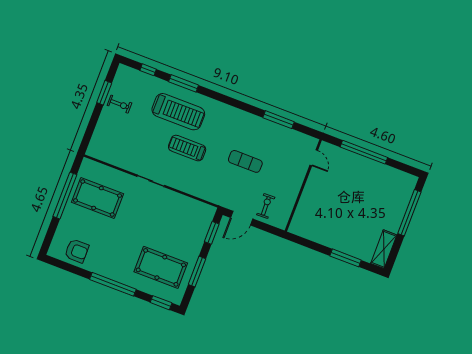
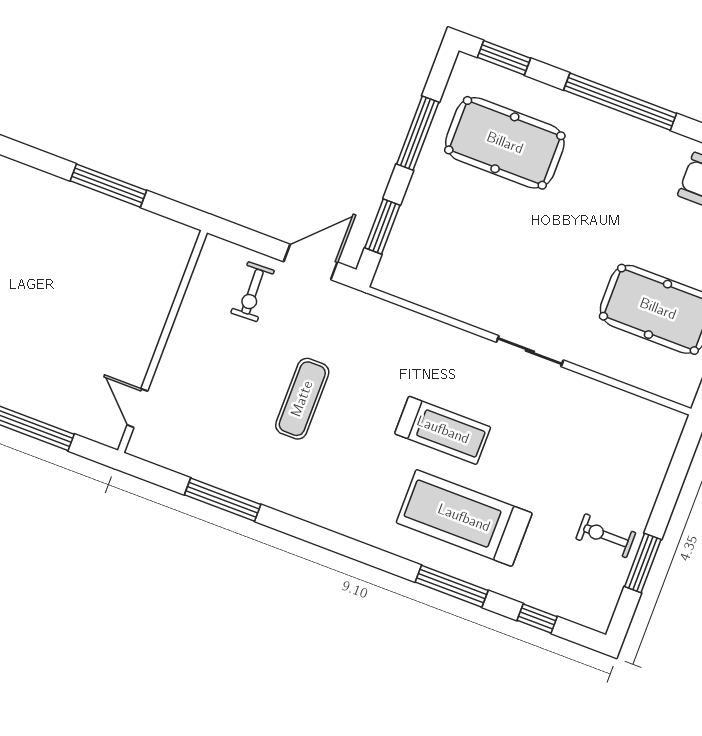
exercise mat: (245, 161) -> (302, 399), turned 90
window: (346, 258) -> (108, 186), moved

